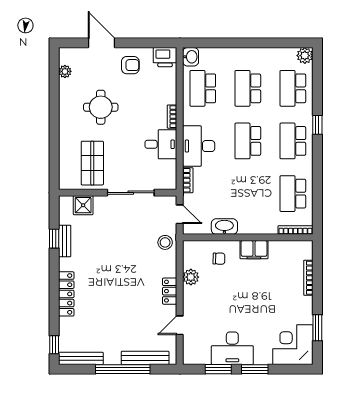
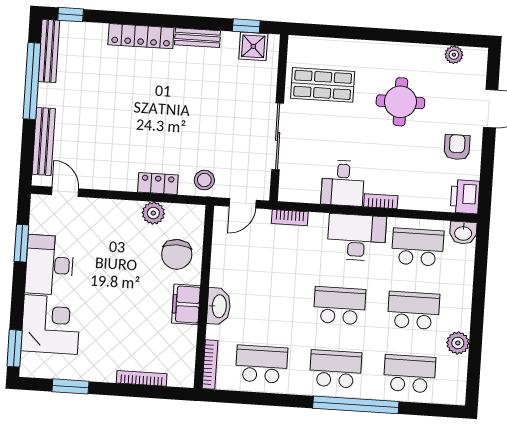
plant: (305, 56) -> (458, 343), moved
armchair: (130, 65) -> (457, 147), turned 180
window: (317, 125) -> (356, 405), width x3.17
desk: (199, 146) -> (357, 237), moved
shower: (83, 205) -> (253, 46), moved
washbasin: (224, 227) -> (219, 306), moved
window: (54, 239) -> (246, 26), moved
bench: (65, 241) -> (197, 38), moved
chair: (219, 259) -> (177, 254), width x1.87, depth x1.87
locker: (170, 291) -> (158, 184), moved
door: (180, 325) -> (65, 192), moved
corner desk: (293, 345) -> (51, 324), moved
window: (123, 369) -> (32, 81), moved
window: (255, 369) -> (15, 348), moved

